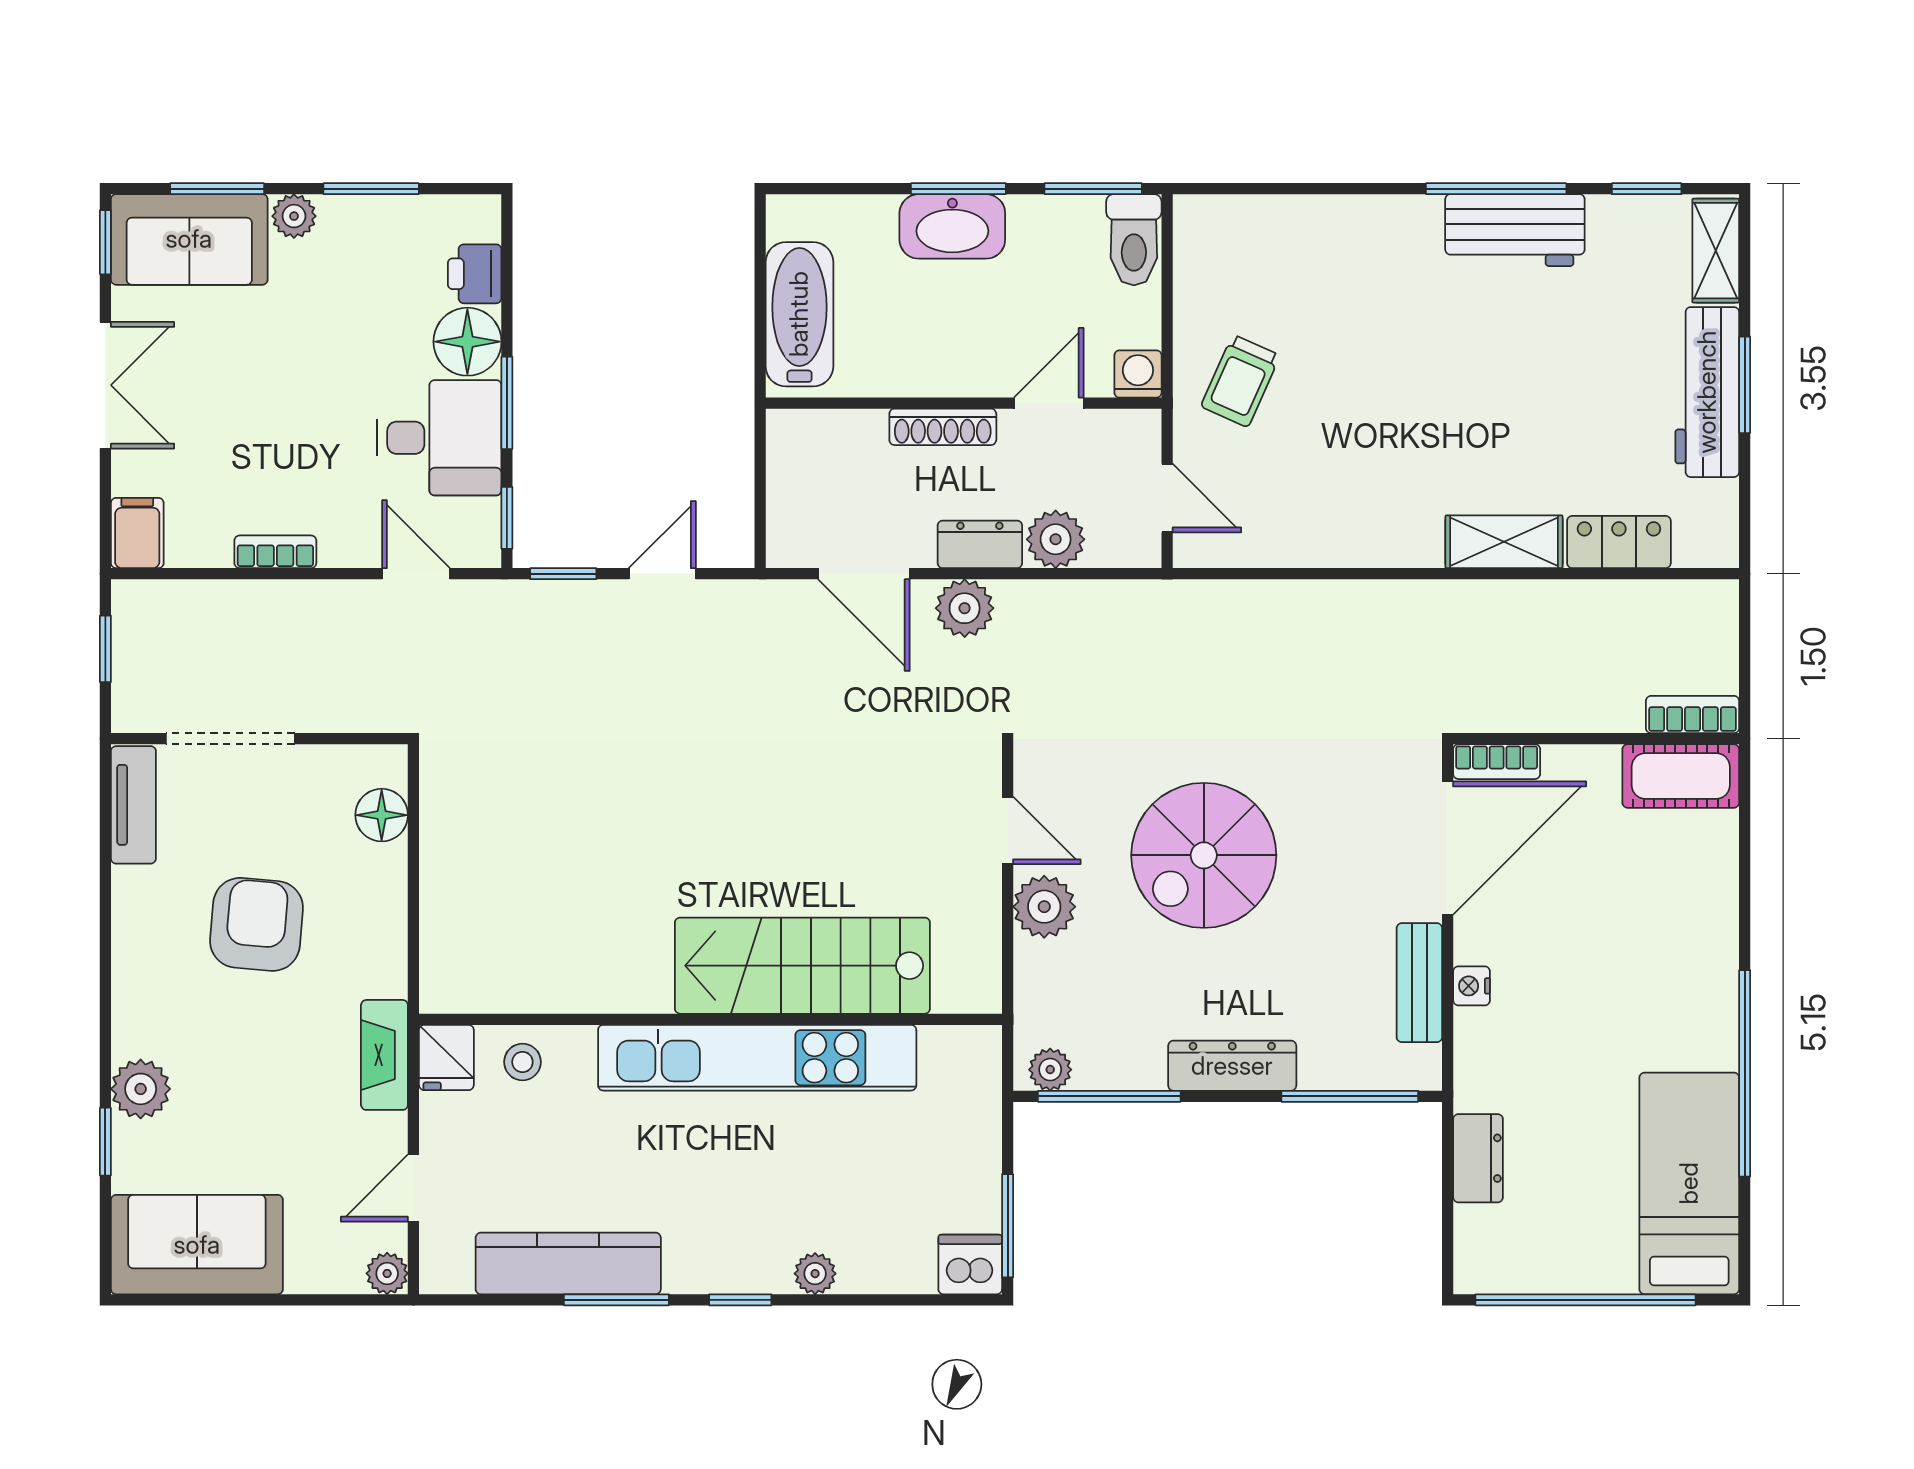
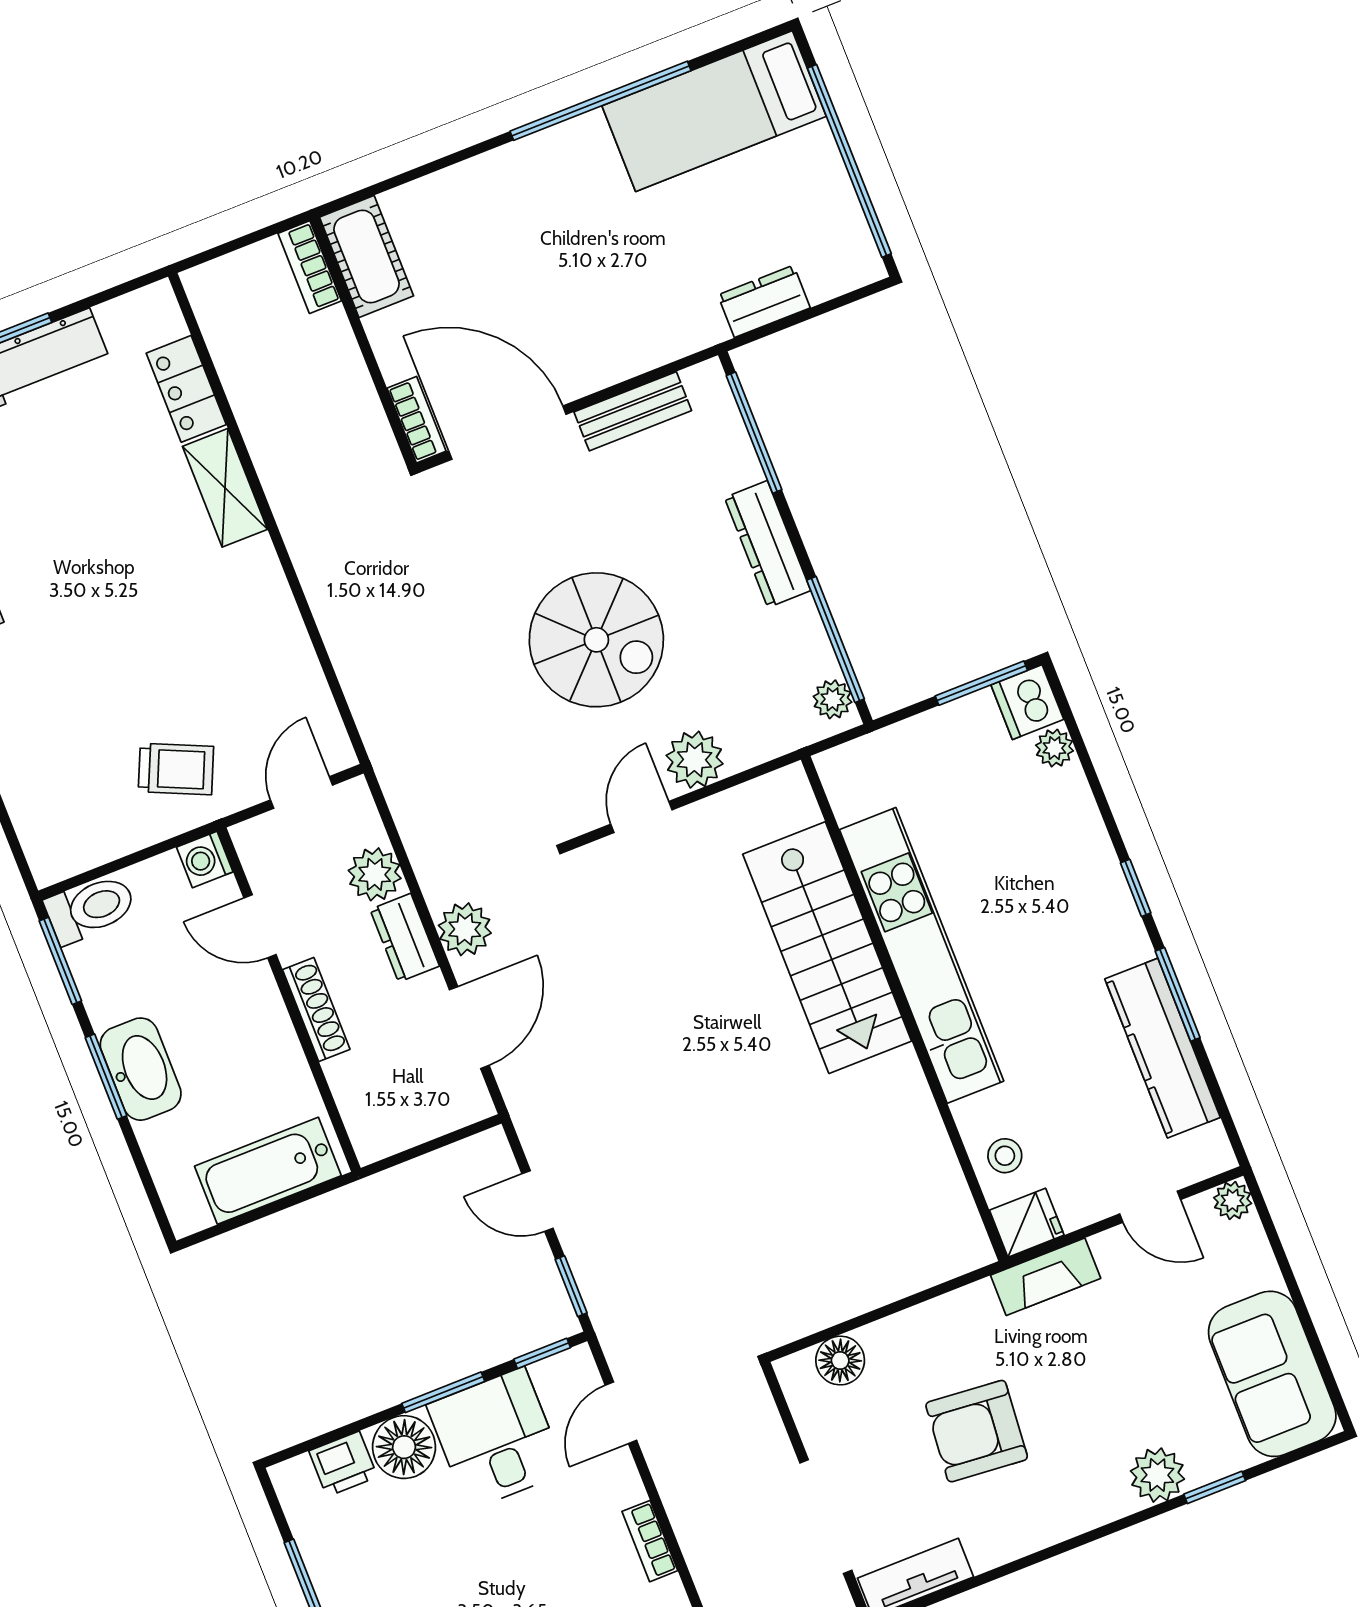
nightstand: (1472, 986) -> (618, 365), removed
plant: (815, 1274) -> (1054, 748), moved

